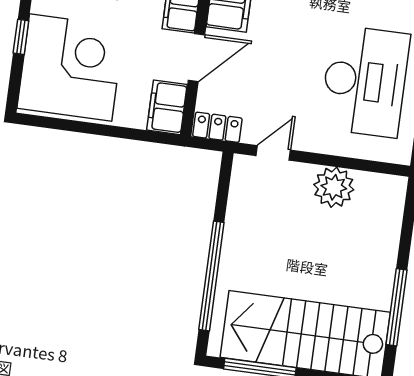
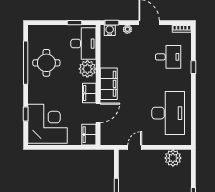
locker: (217, 127) -> (111, 140), removed
plant: (334, 187) -> (173, 158), moved

